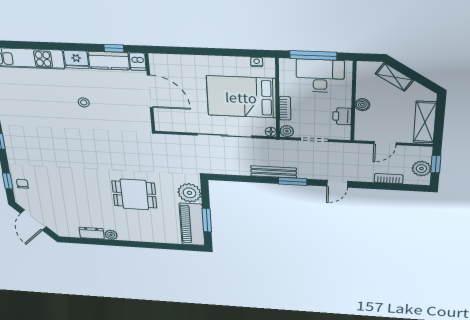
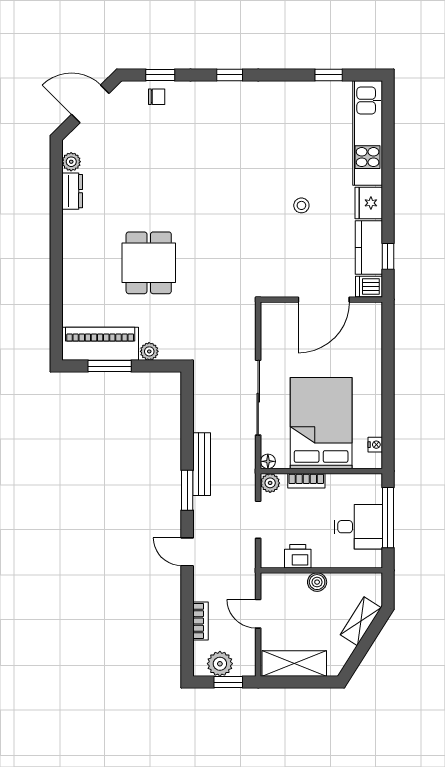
desk: (320, 76) -> (358, 527), width x0.73
plant: (189, 193) -> (149, 351), width x0.53, depth x0.53
plant: (111, 235) -> (71, 162), moved

